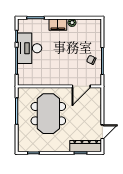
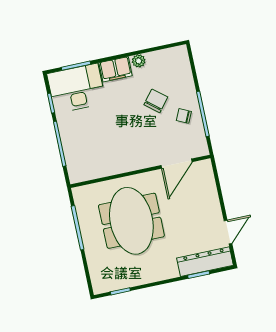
desk: (30, 48) -> (76, 88), moved, turned 90
chair: (77, 48) -> (156, 101), added

